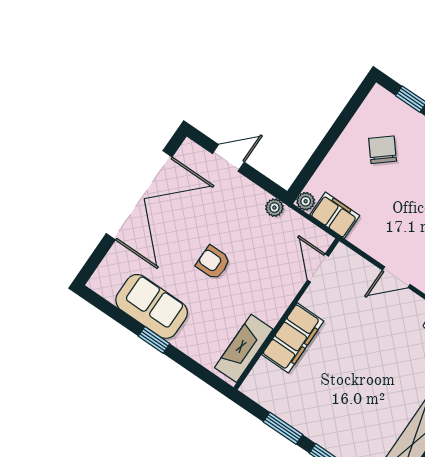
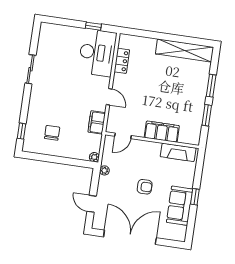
chair: (383, 150) -> (52, 133), turned 130
filing cabinet: (335, 215) -> (97, 122), moved
armchair: (213, 263) -> (145, 187), turned -90

